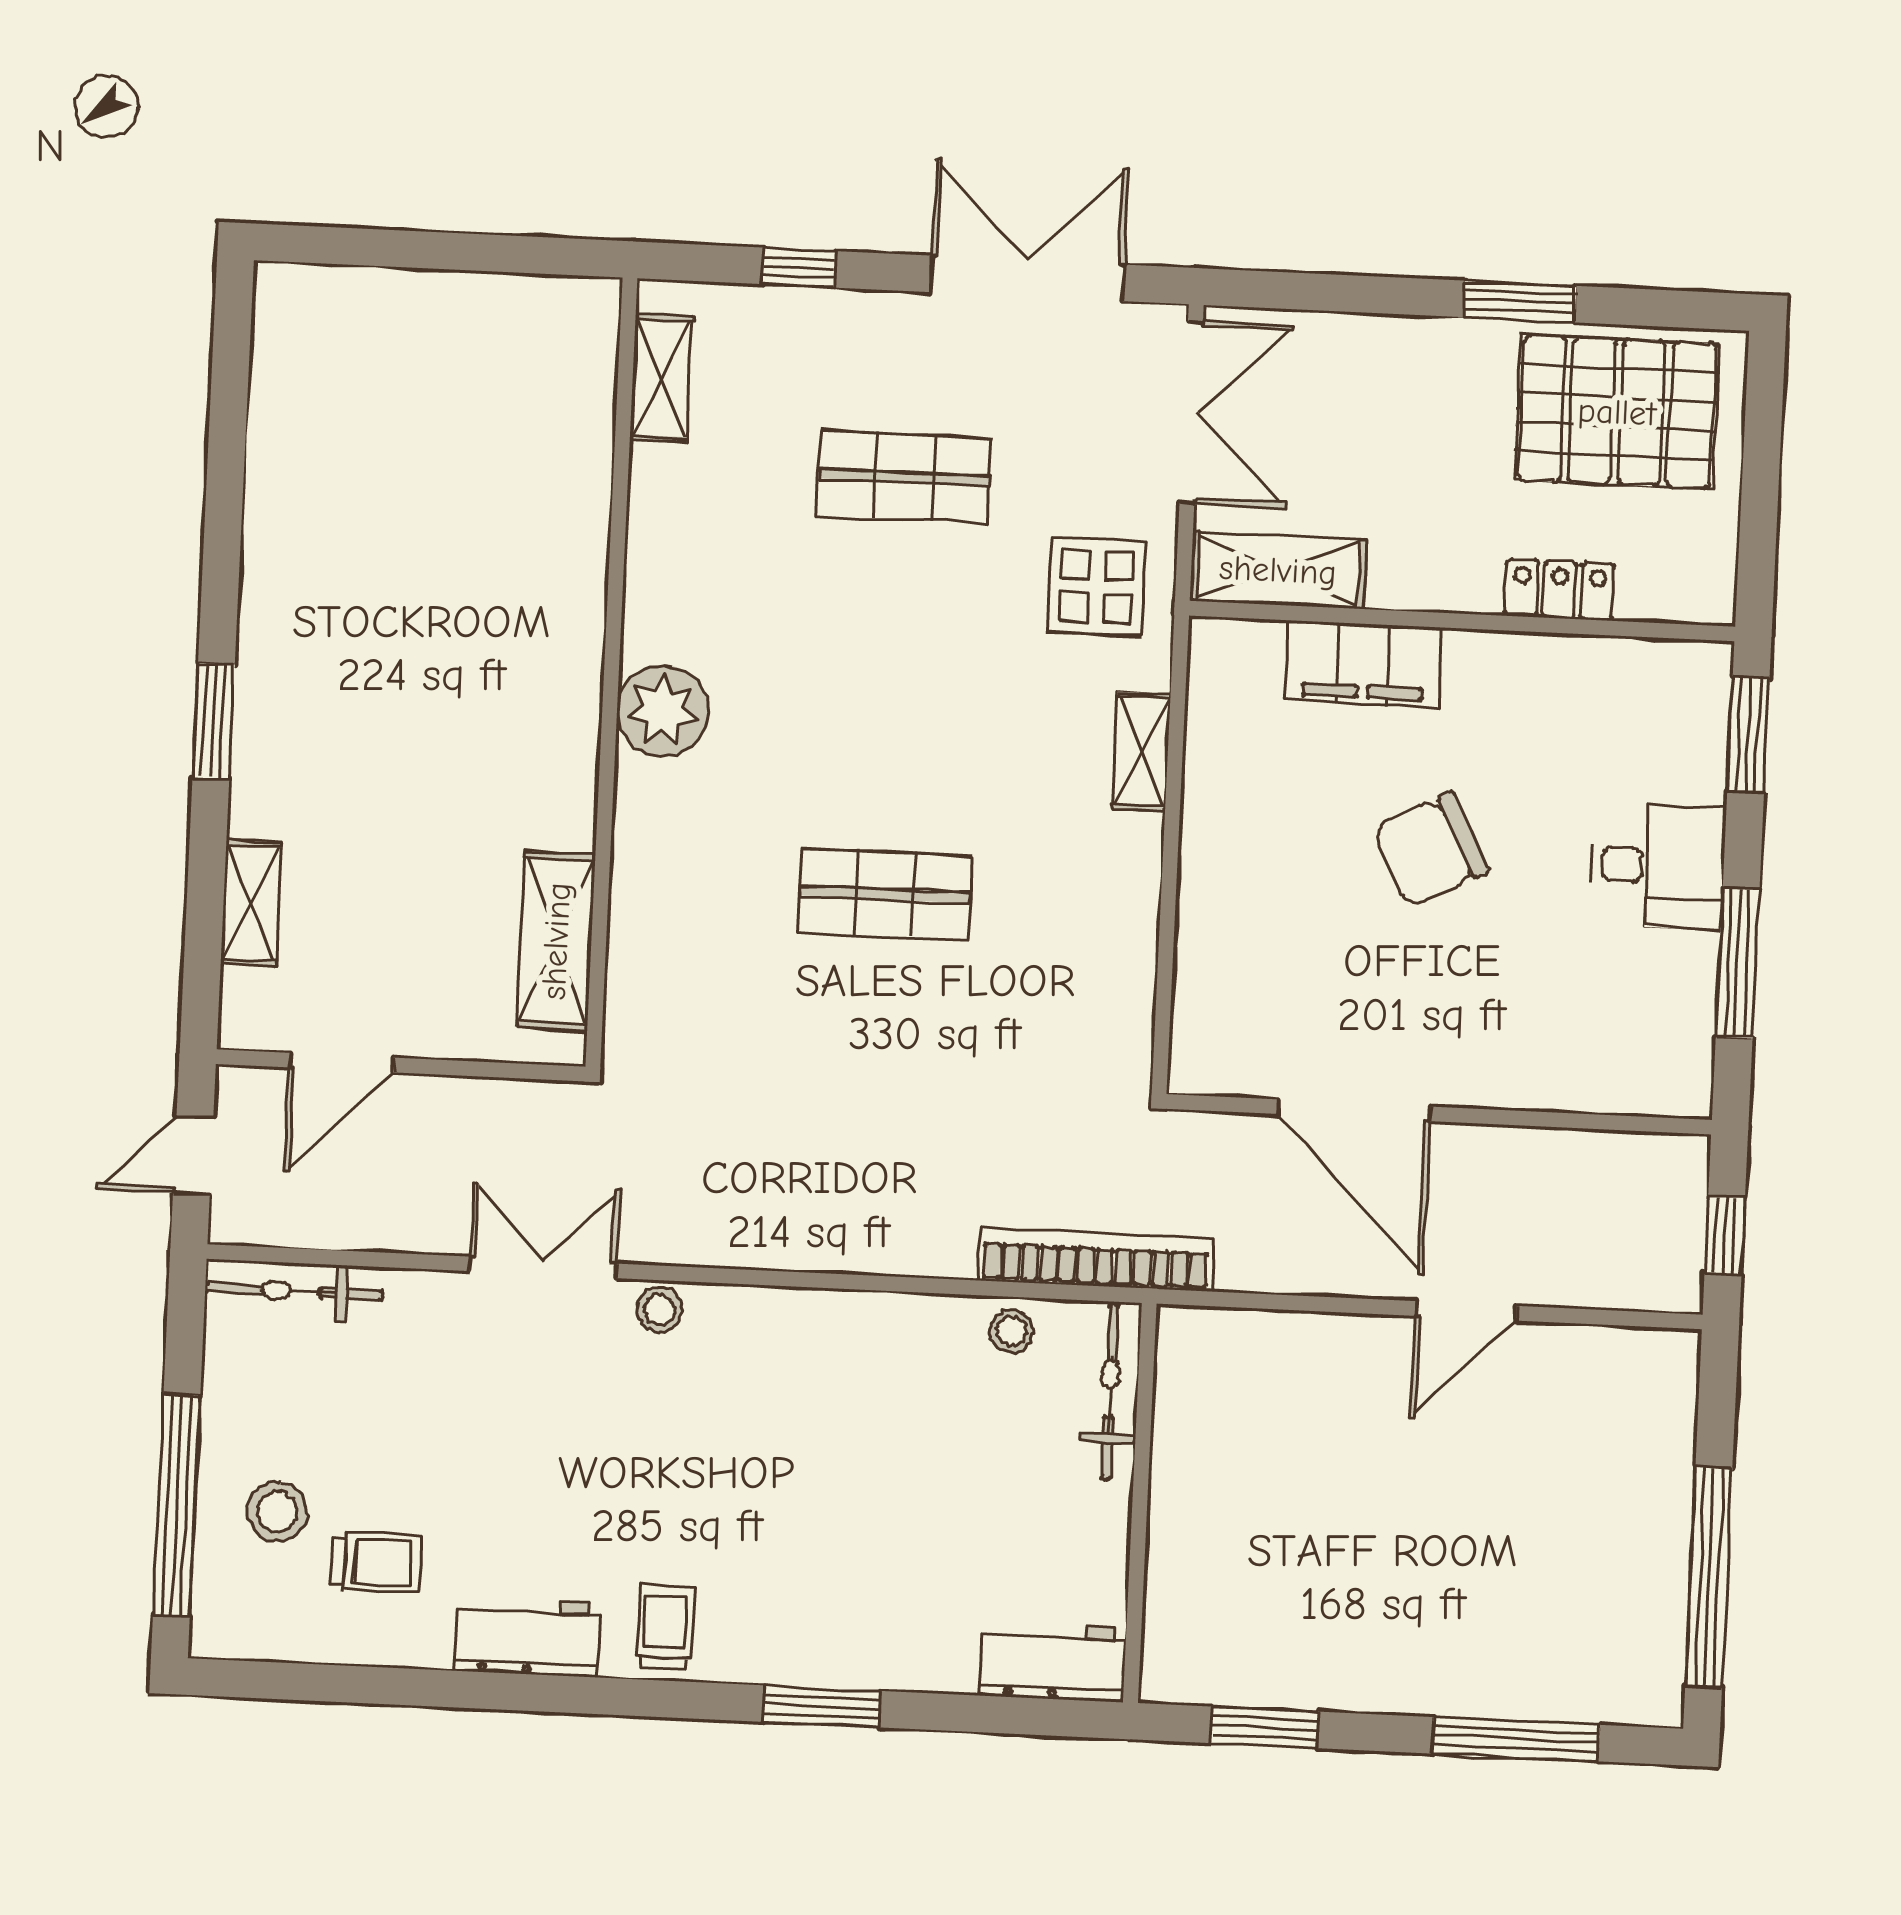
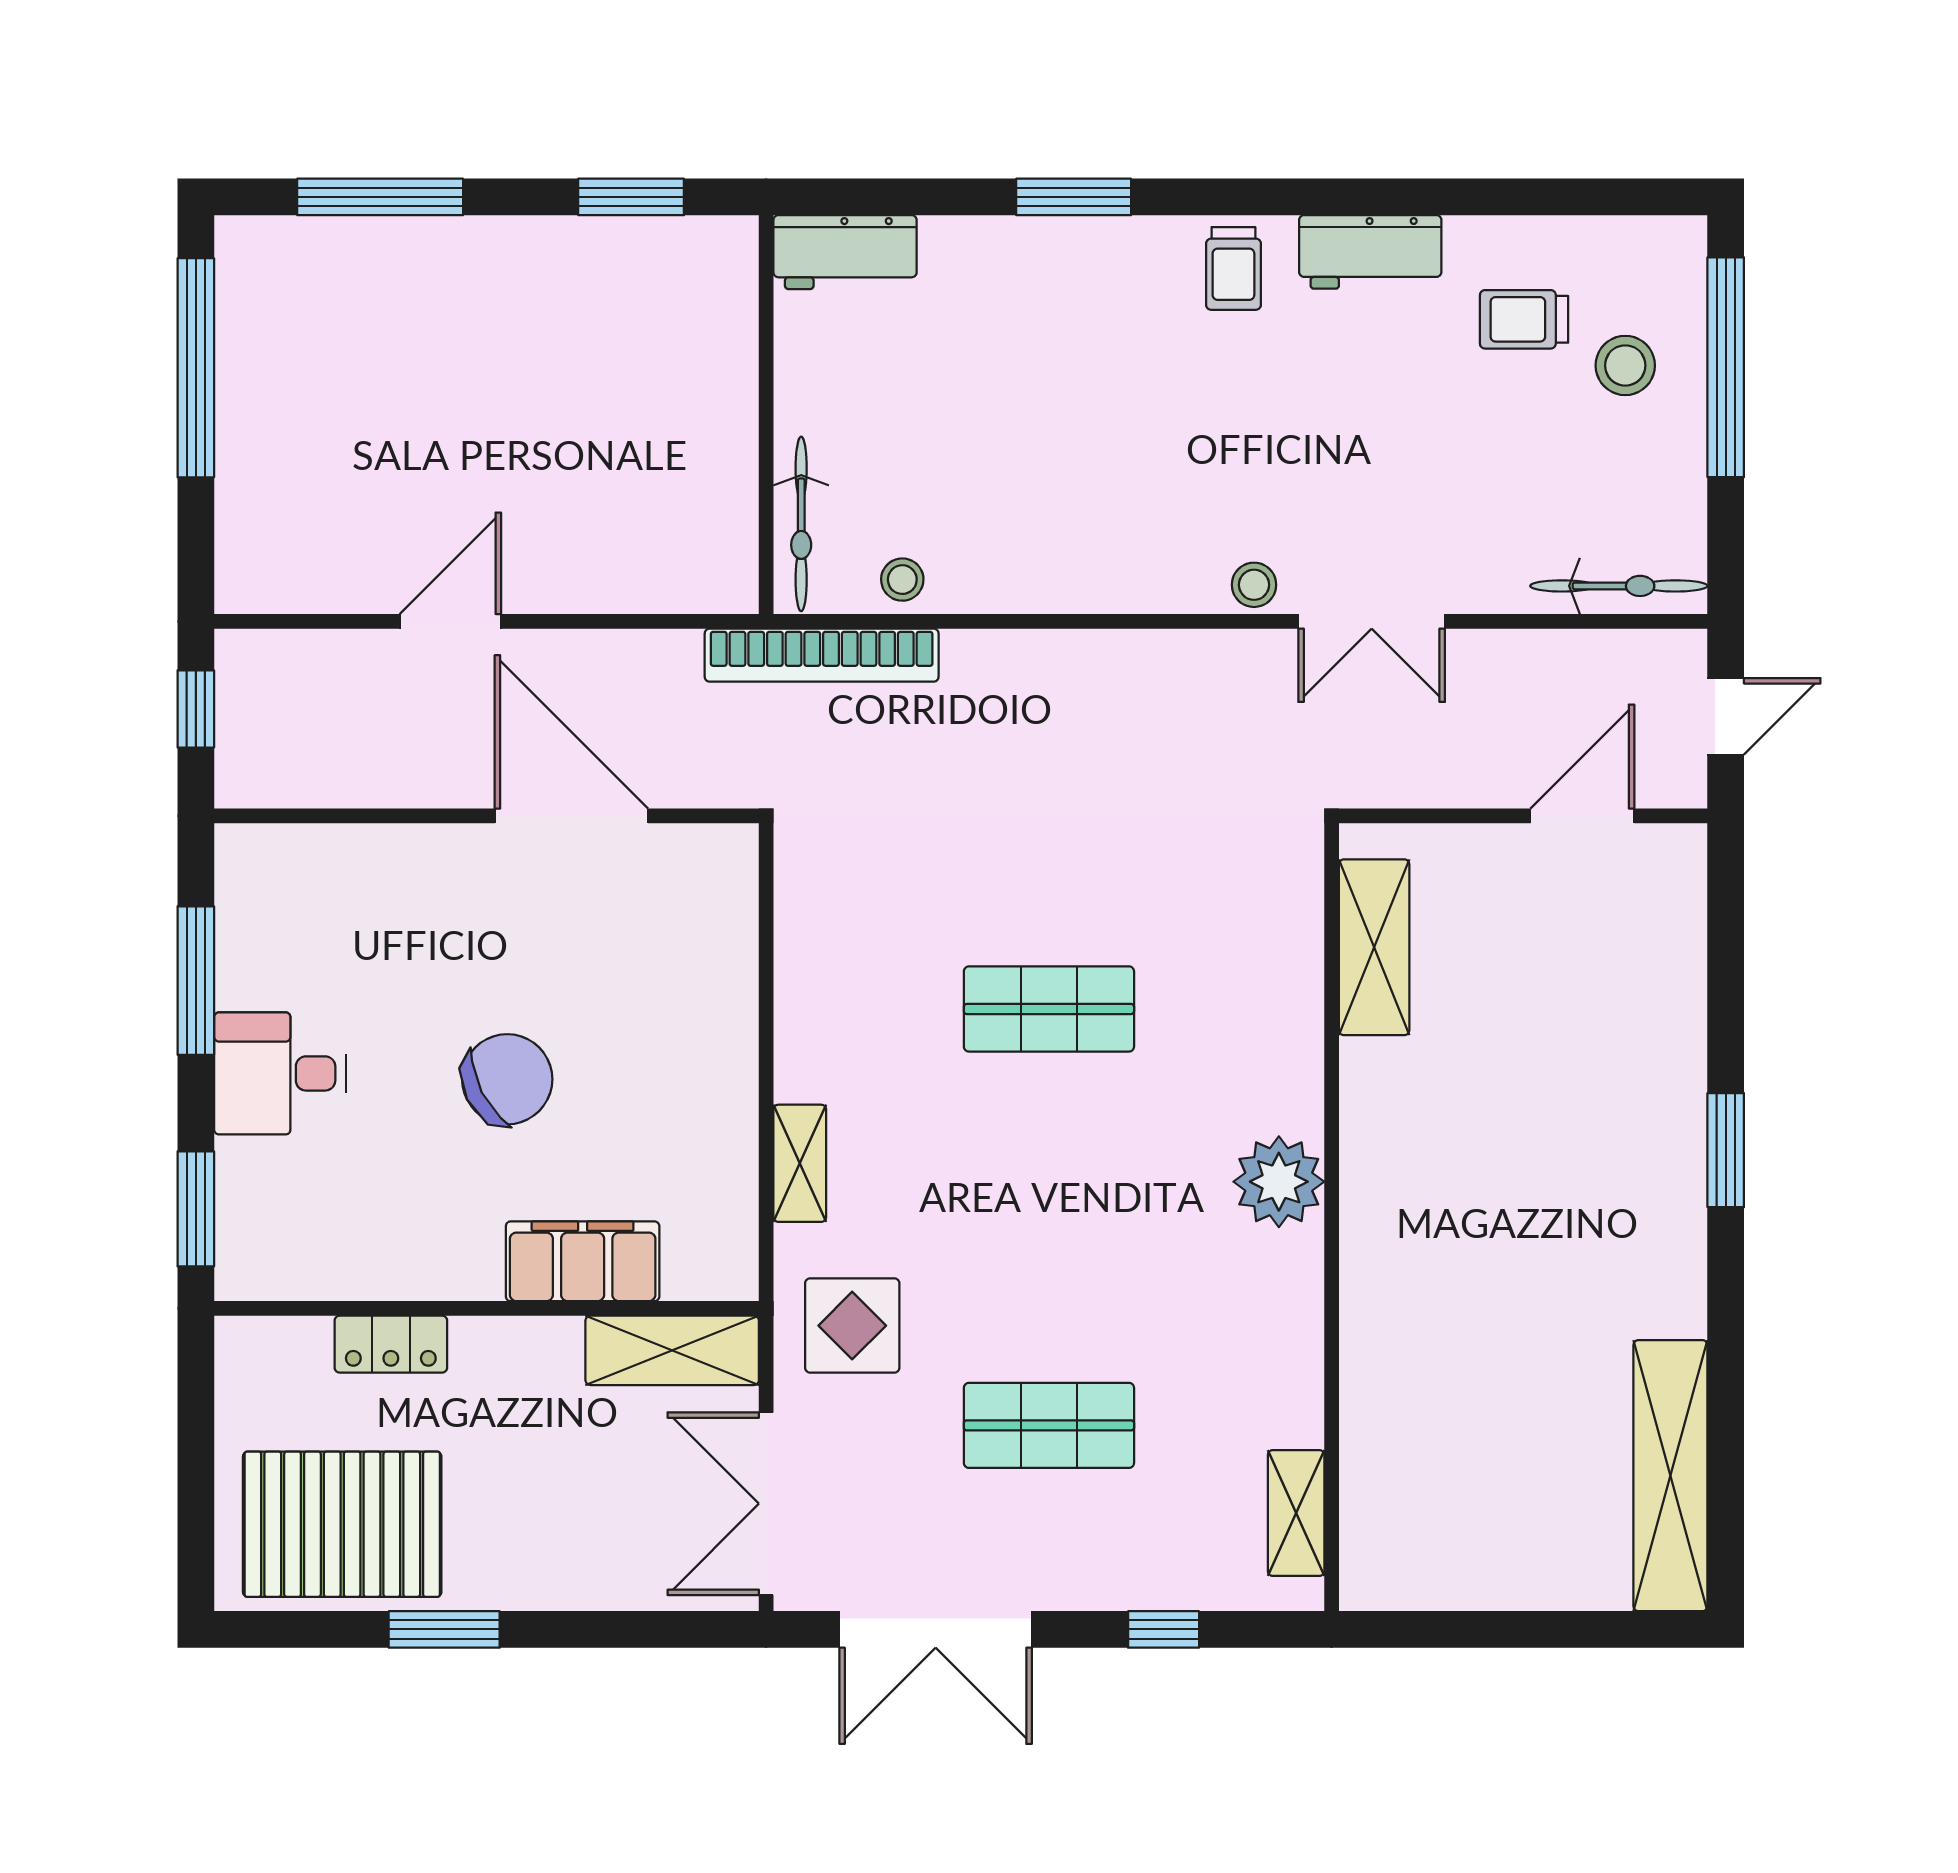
shelving: (251, 903) -> (1670, 1476), moved, width x2.20, depth x1.33

